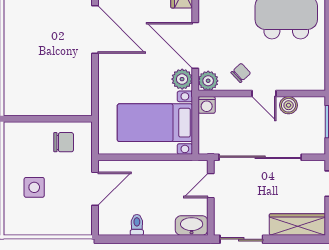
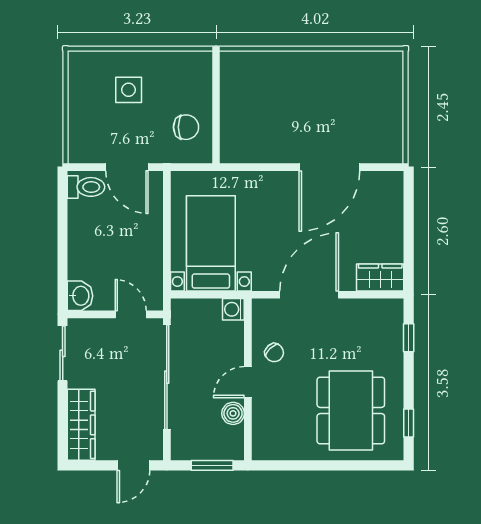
plant: (182, 79) -> (266, 278), removed
plant: (208, 81) -> (264, 311), removed
chair: (64, 142) -> (186, 127), turned -90
toilet: (137, 225) -> (86, 187), moved, width x1.37, depth x1.39
washbasin: (192, 225) -> (80, 296), width x0.72

